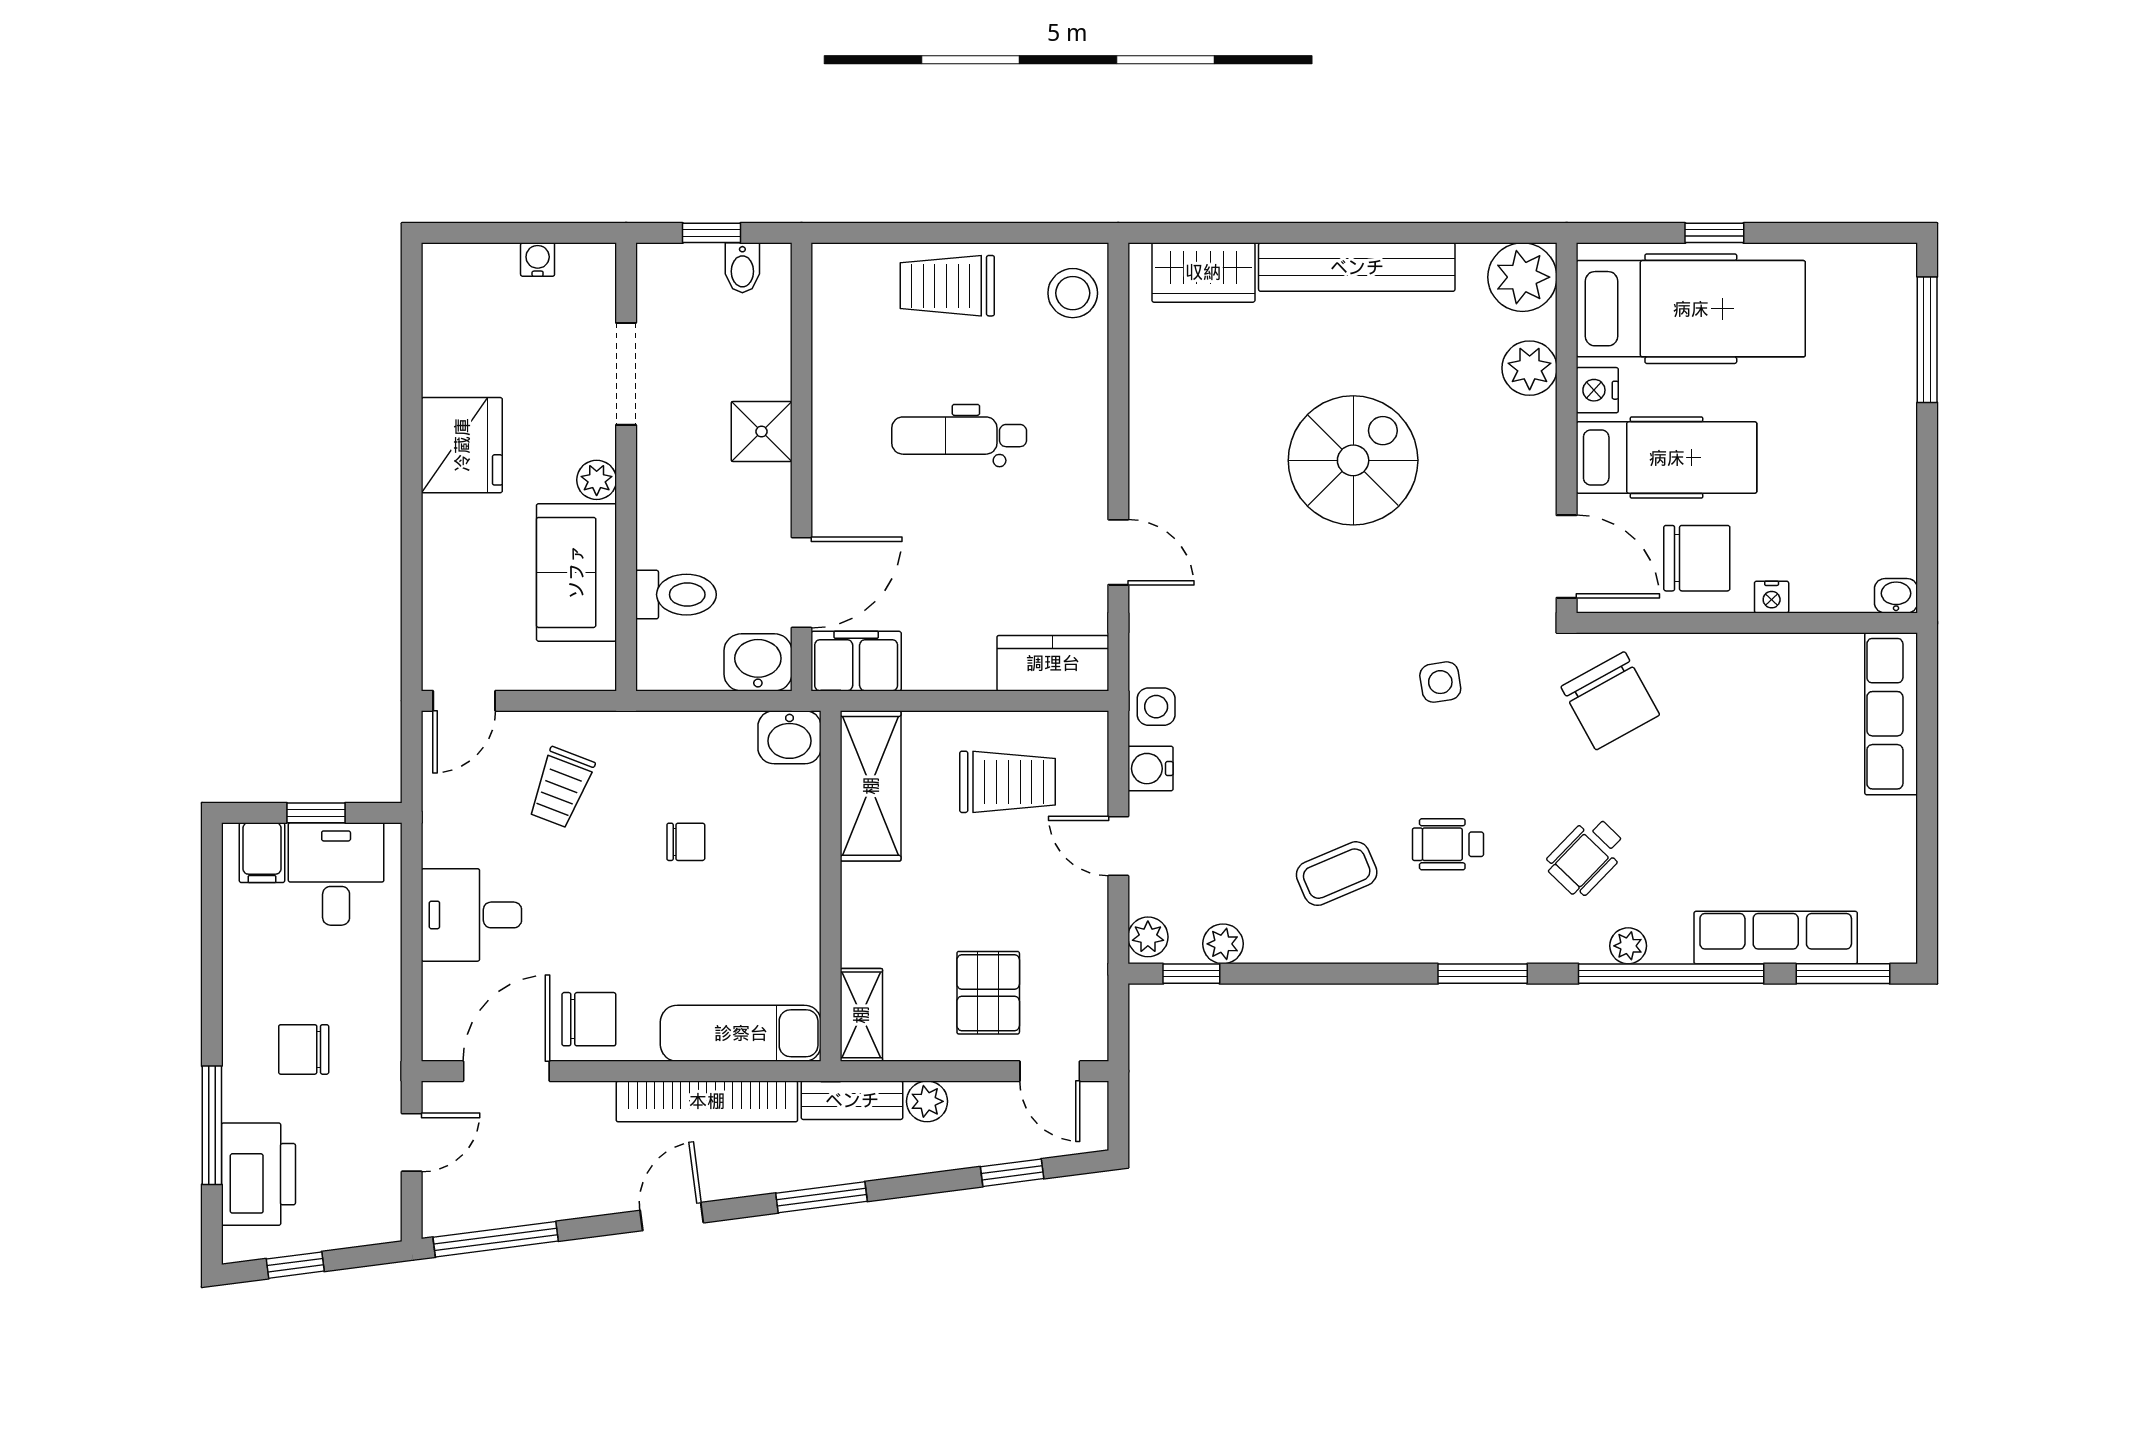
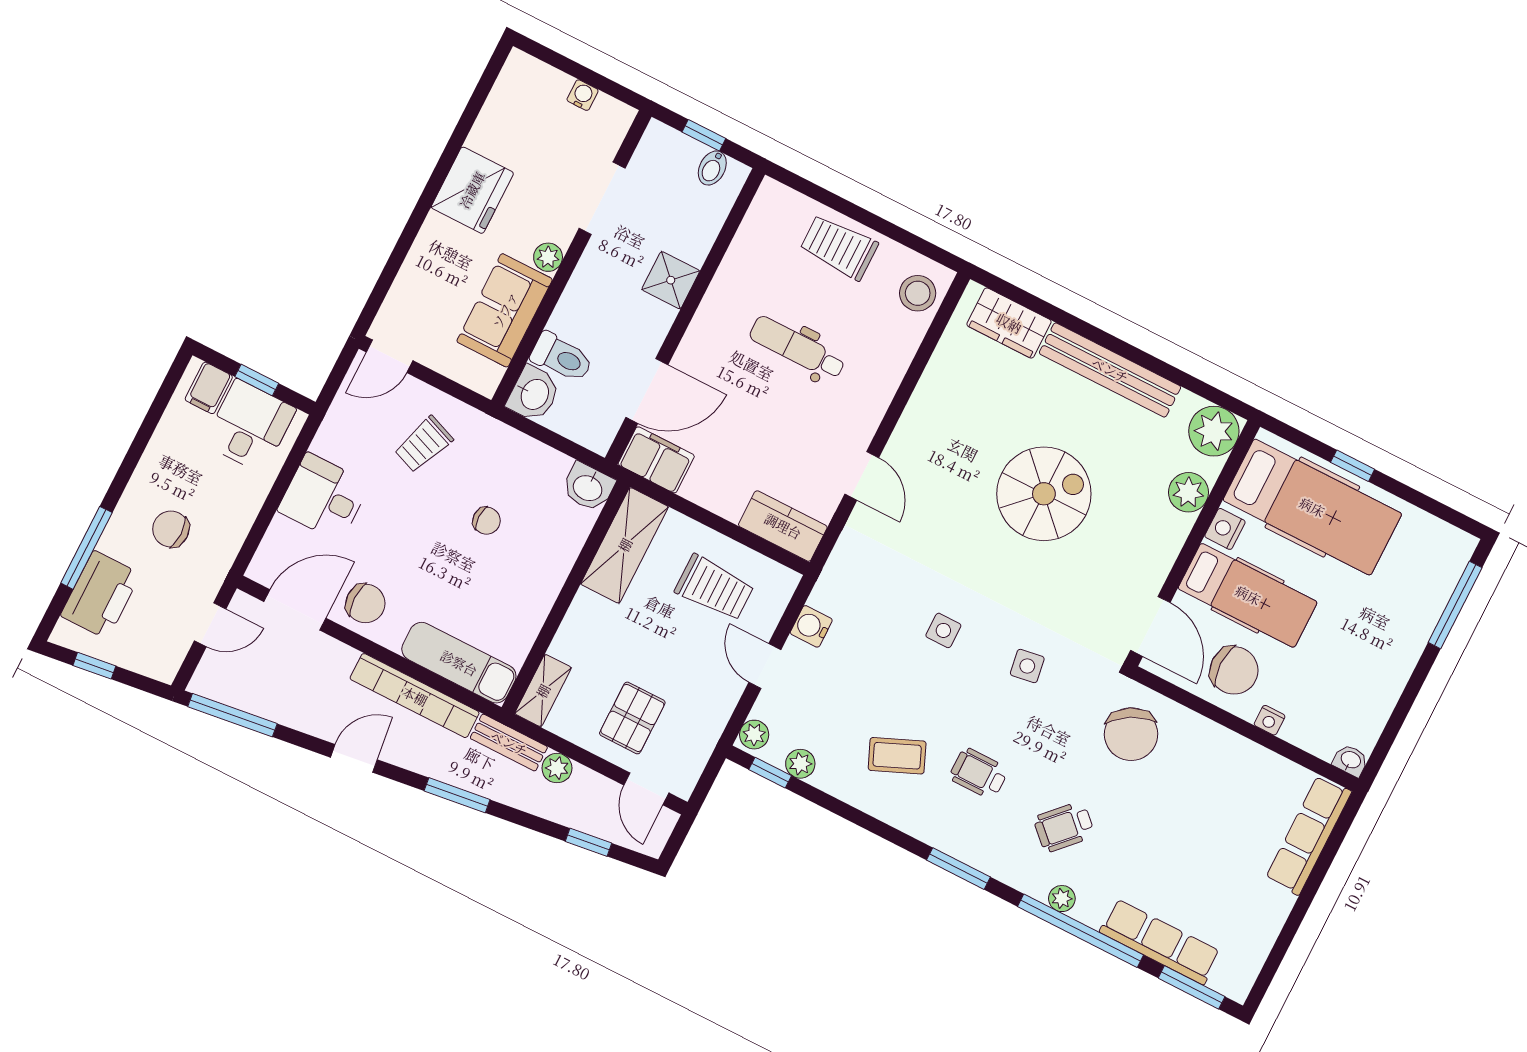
washbasin: (758, 662) -> (534, 394), moved, turned 90
side table: (1156, 707) -> (943, 630), moved

